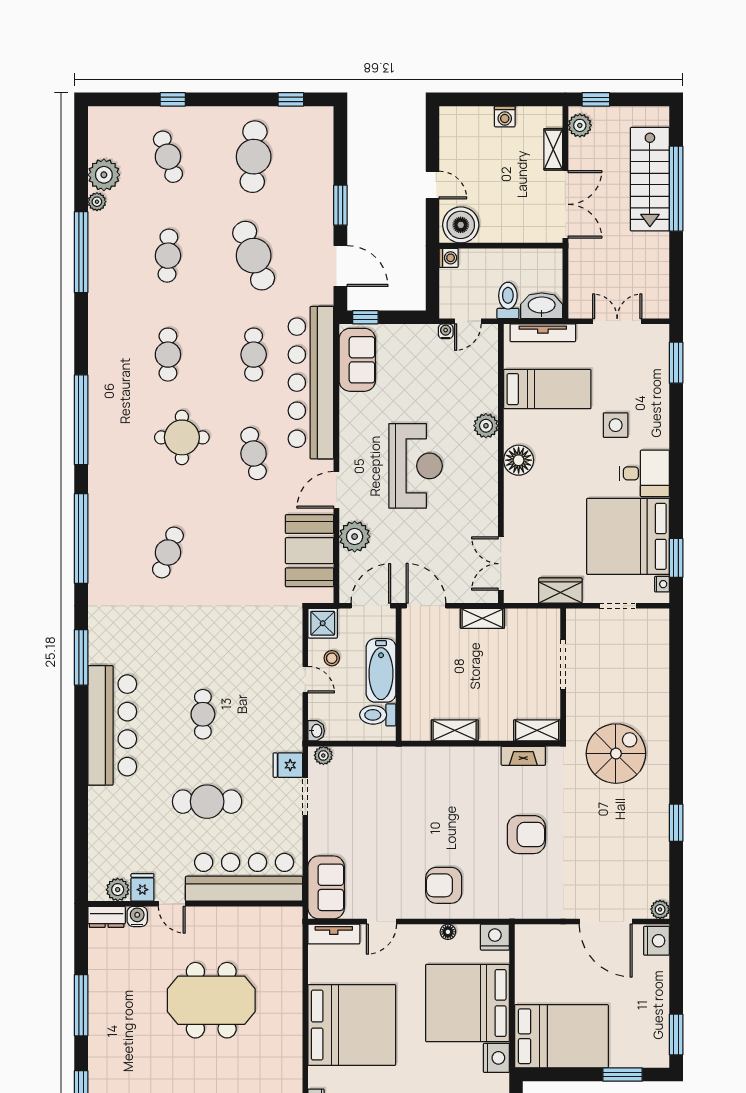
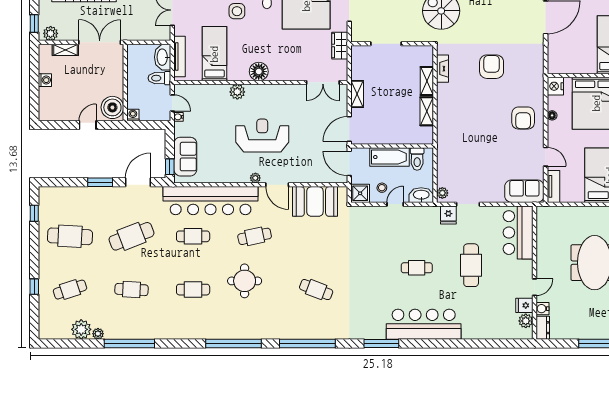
sofa: (357, 360) -> (185, 157), moved, turned 90
plant: (355, 537) -> (255, 178), moved, width x0.53, depth x0.53
shelving: (537, 730) -> (427, 81), moved
washbasin: (316, 731) -> (421, 195), width x1.91, depth x1.45
bar counter: (244, 877) -> (518, 233), width x0.73

